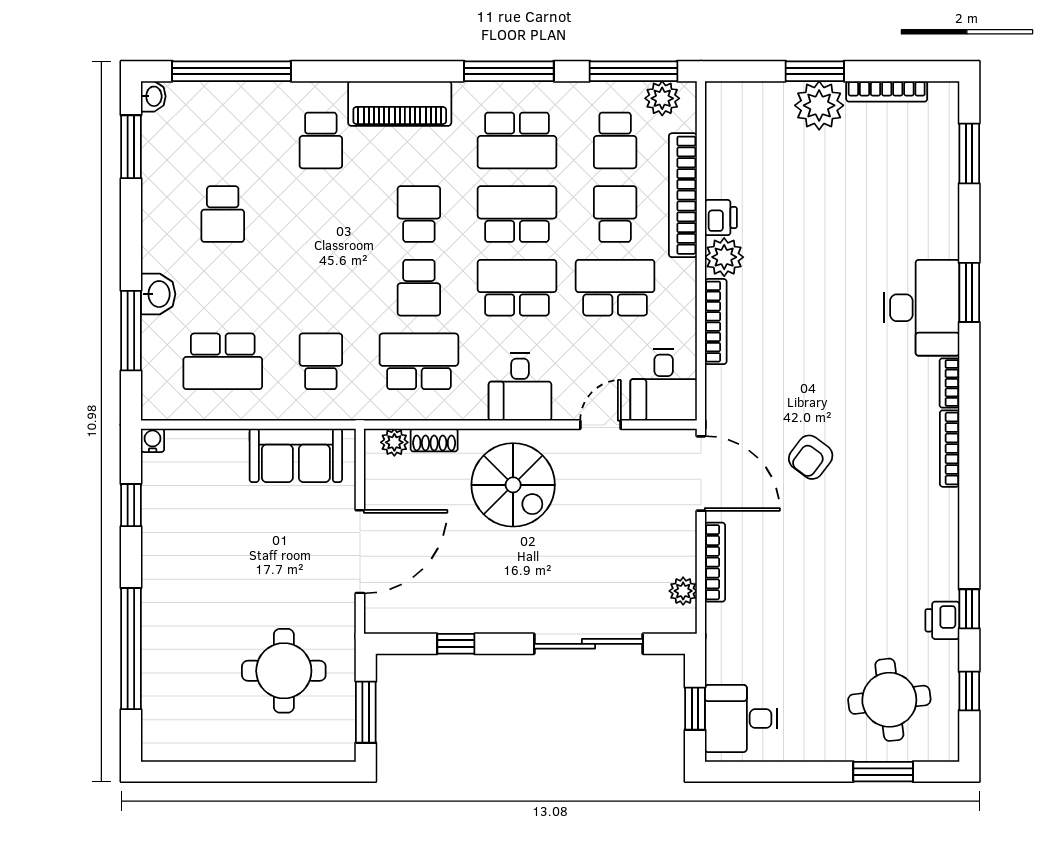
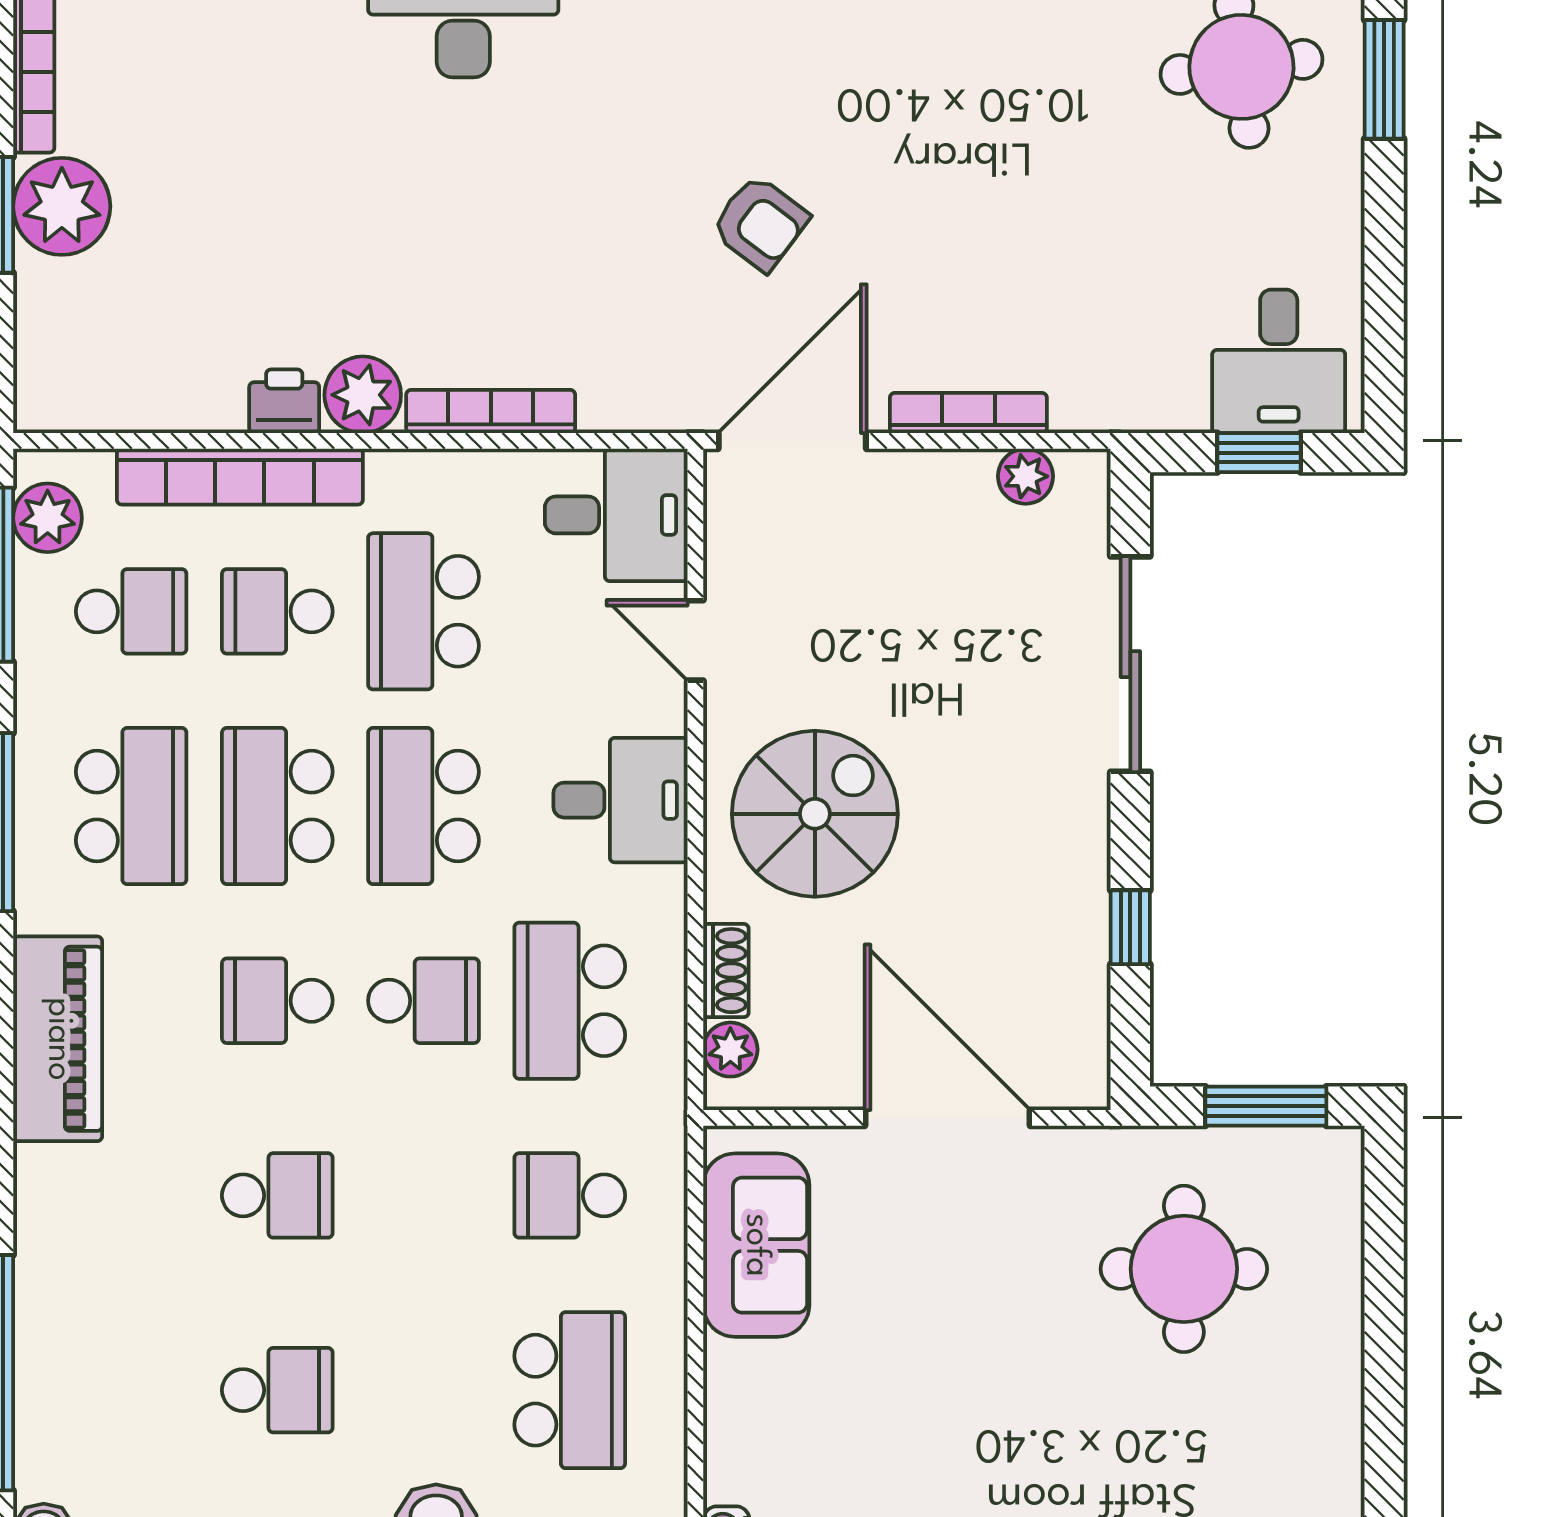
school desk: (321, 140) -> (277, 1195), moved

